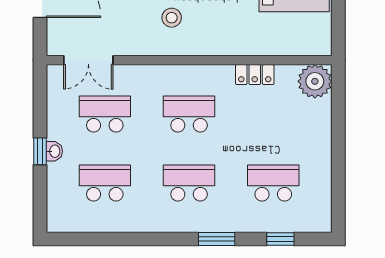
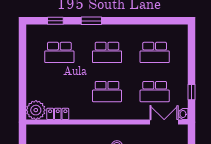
locker: (255, 75) -> (58, 114), moved
window: (40, 151) -> (191, 92), moved
washbasin: (54, 151) -> (183, 114), moved

